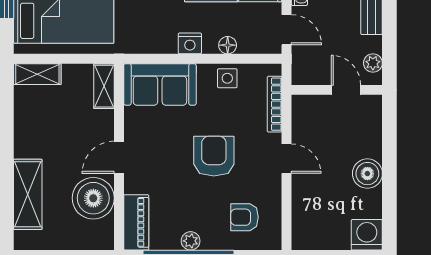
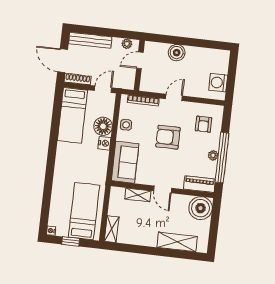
floor lamp: (228, 45) -> (103, 126), width x1.89, depth x1.89
shelving: (104, 86) -> (138, 195), moved
boiler: (367, 174) -> (177, 53), moved
boiler: (93, 198) -> (200, 208), moved
washing machine: (367, 235) -> (218, 83), moved

